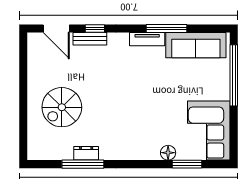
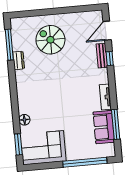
window: (166, 28) -> (116, 124), moved
sofa: (196, 45) -> (104, 127), width x0.73
window: (83, 164) -> (9, 45), moved
window: (187, 164) -> (18, 144), moved

